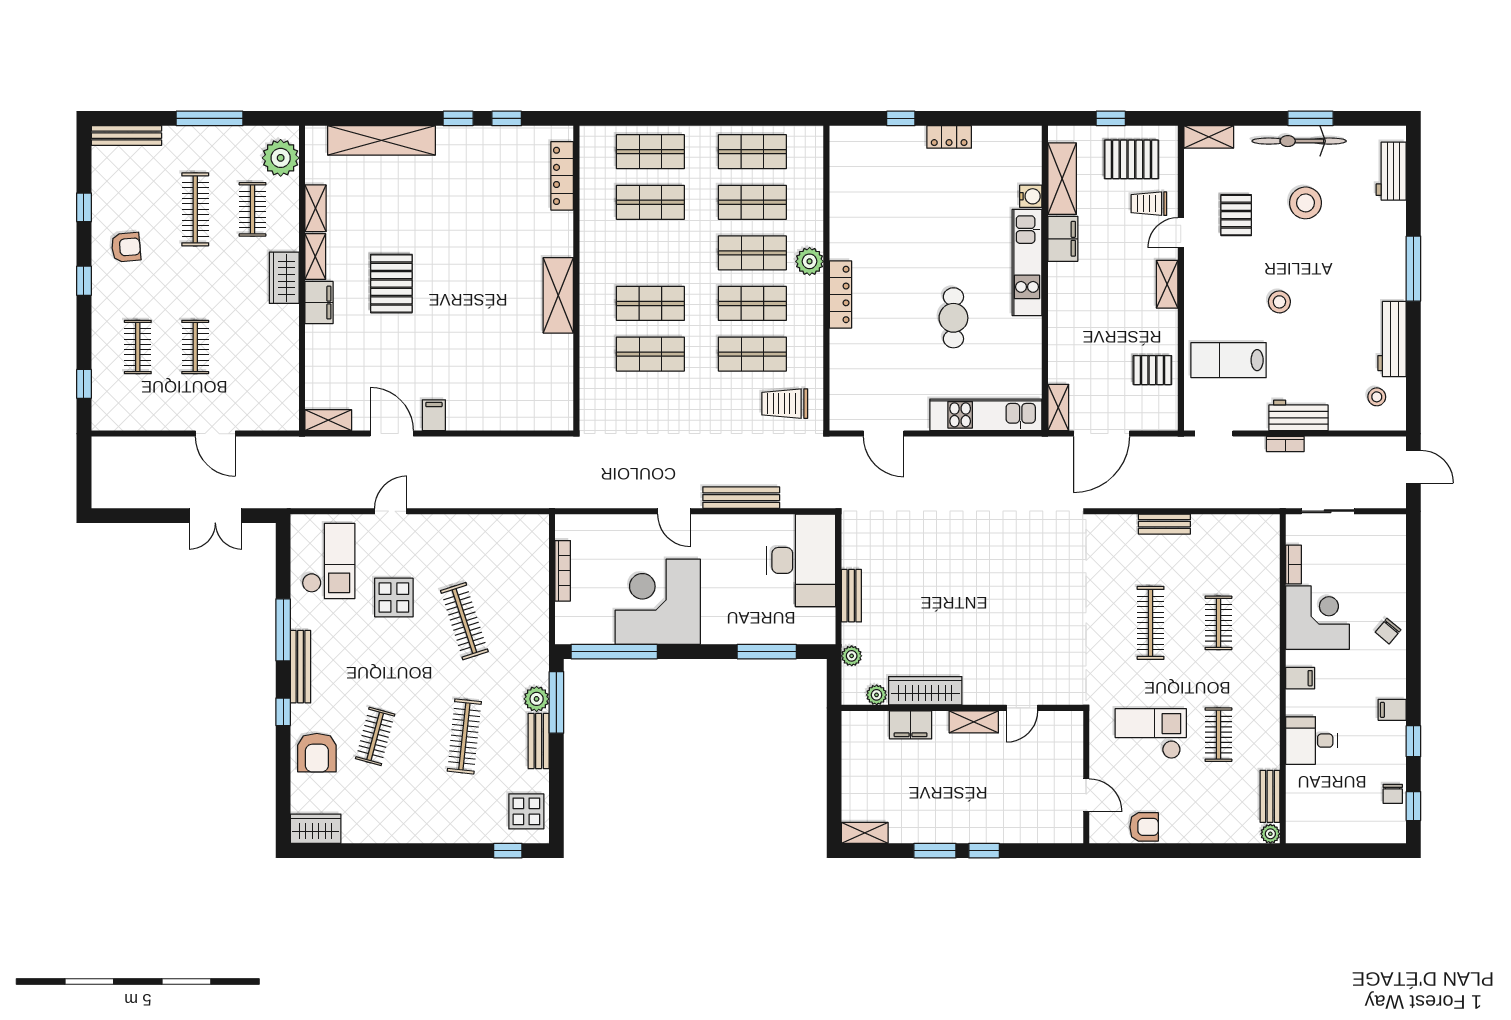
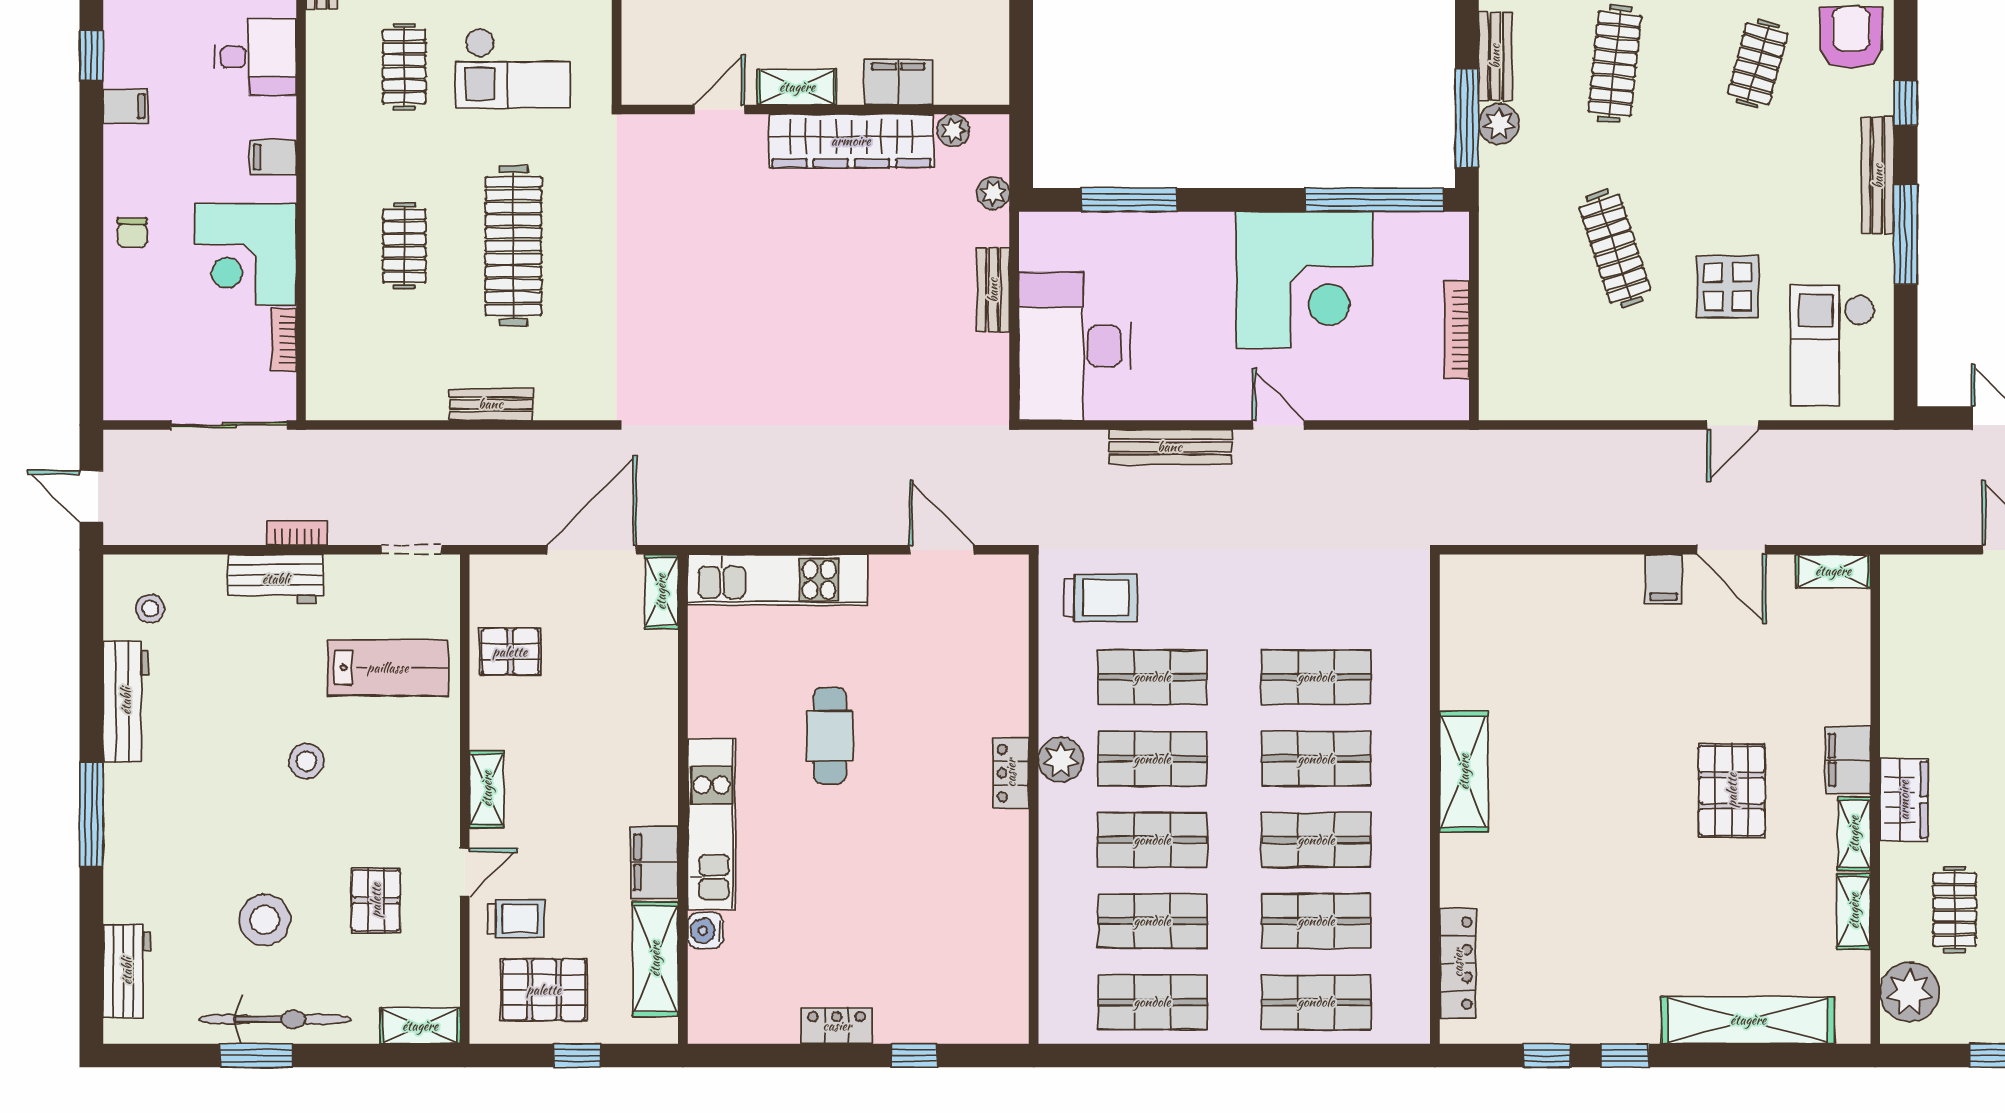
shop shelf: (650, 253) -> (1316, 840), added
plant: (810, 261) -> (1061, 760), moved
locker: (840, 294) -> (1011, 773), width x0.66
sliding door: (1328, 511) -> (229, 425), width x1.37
clothes rail: (1151, 623) -> (513, 246), width x1.37, depth x1.31
chair: (1388, 631) -> (132, 233), turned 140
wardrobe: (925, 691) -> (851, 141), width x1.40, depth x1.17

